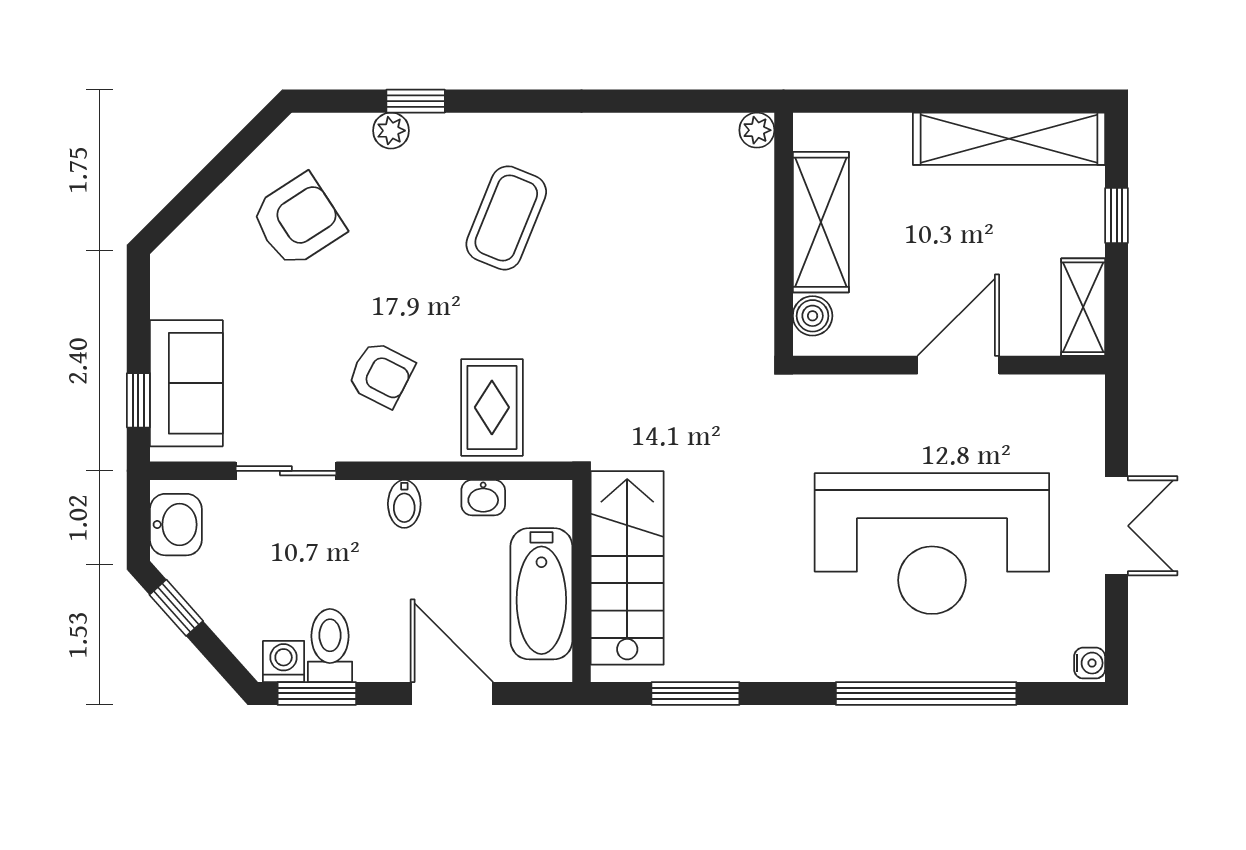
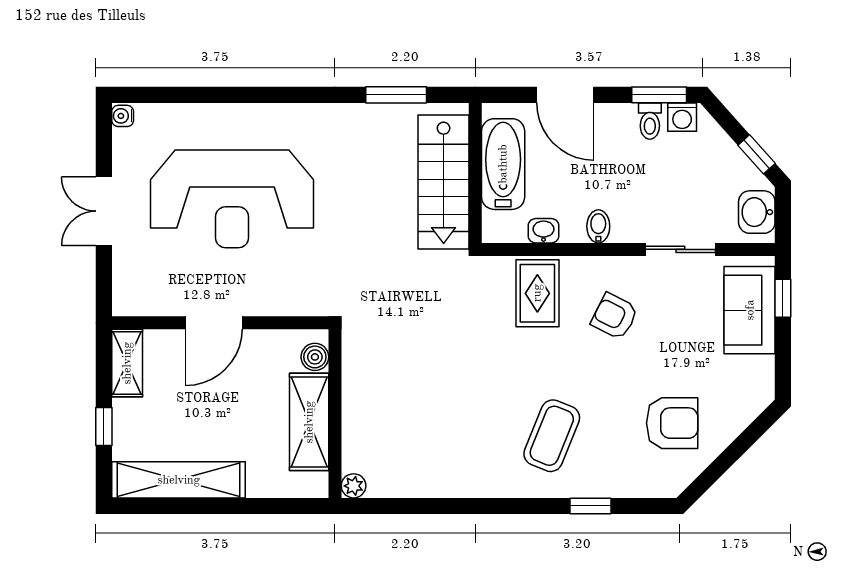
plant: (391, 131) -> (607, 486), removed
coffee table: (506, 218) -> (552, 436), moved
armchair: (298, 221) -> (672, 423), turned -147
reception desk: (932, 544) -> (232, 199), turned 180
toilet: (330, 645) -> (650, 121), width x0.73, depth x0.72
window: (926, 693) -> (236, 95), removed

